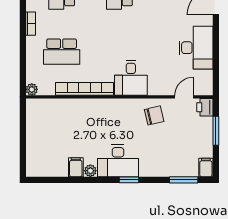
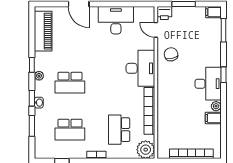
school desk: (62, 52) -> (119, 130), turned 180
desk: (131, 78) -> (140, 68), width x1.37
plant: (32, 89) -> (146, 150), width x1.88, depth x1.88
bookcase: (32, 140) -> (191, 154), added

